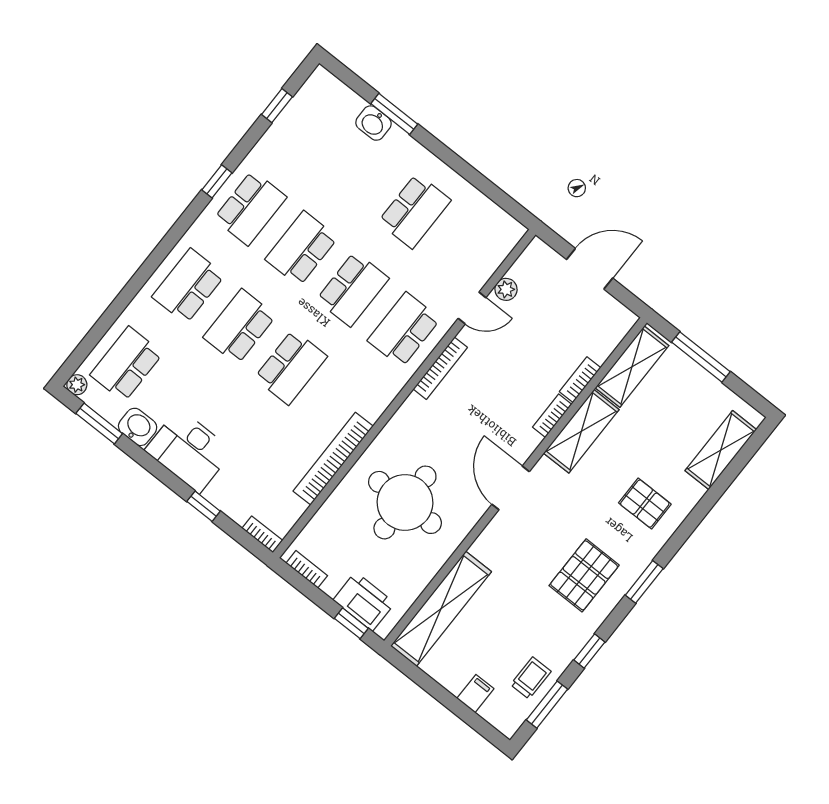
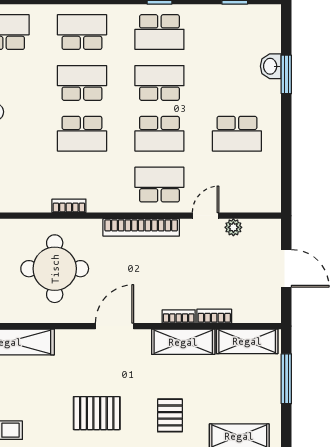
door: (472, 308) -> (206, 216), swing flipped
bookcase: (440, 368) -> (141, 227), width x1.48, depth x1.31
bookcase: (333, 459) -> (69, 206), width x0.43, depth x0.76

